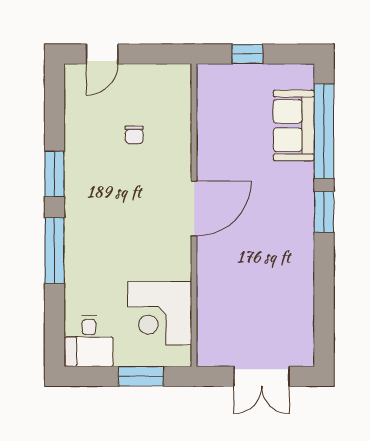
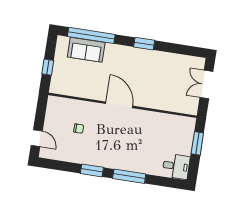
window: (324, 212) -> (144, 44), moved
corner desk: (160, 313) -> (168, 130), removed
double door: (261, 376) -> (206, 85), swing flipped

